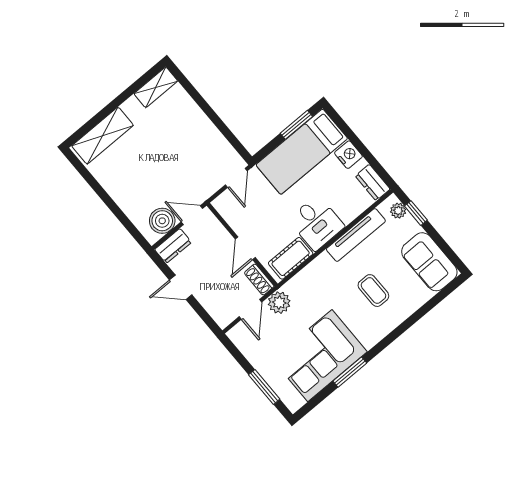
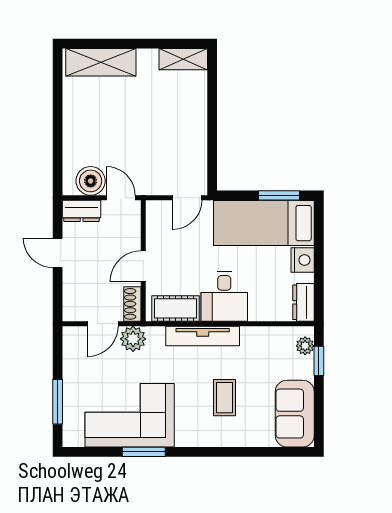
tv unit: (356, 235) -> (203, 336), moved

